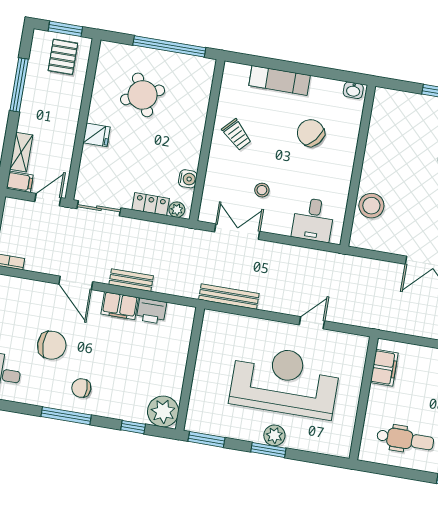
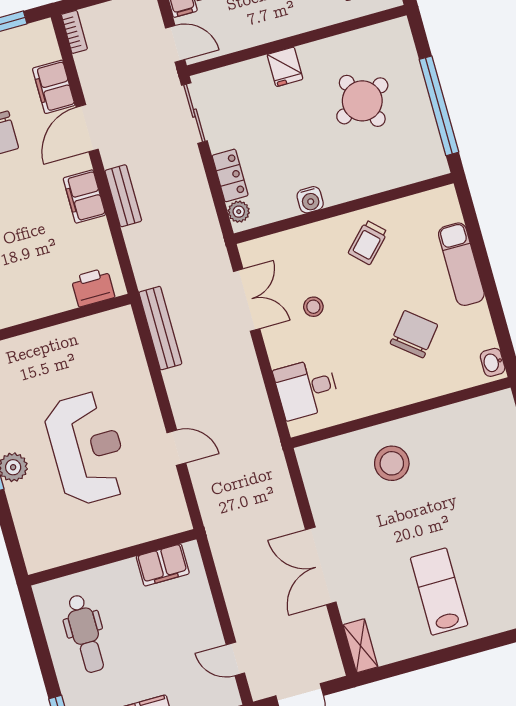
water cooler: (188, 179) -> (310, 200), moved
stool: (371, 206) -> (392, 463), moved
filing cabinet: (39, 292) -> (54, 87), added
printer: (151, 311) -> (93, 287), moved, turned 90
reception desk: (285, 381) -> (87, 448), width x0.74, depth x0.77

